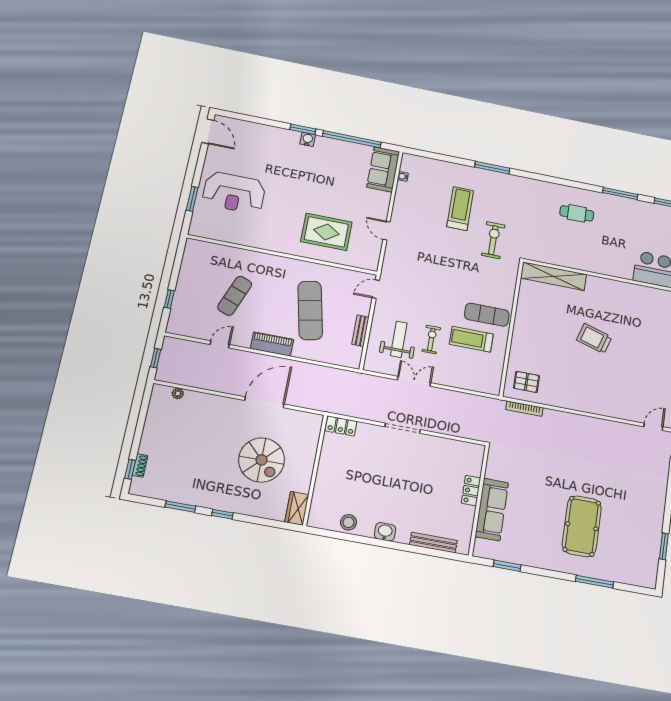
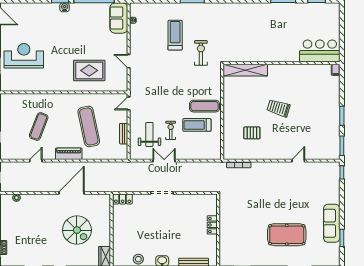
reception desk: (234, 193) -> (24, 56), turned 180
cafe table: (577, 213) -> (255, 22), removed
pallet: (526, 382) -> (252, 133), moved
door: (653, 427) -> (298, 161), moved
sofa: (492, 510) -> (332, 223), moved, turned 180
pool table: (582, 526) -> (287, 235), turned 90

